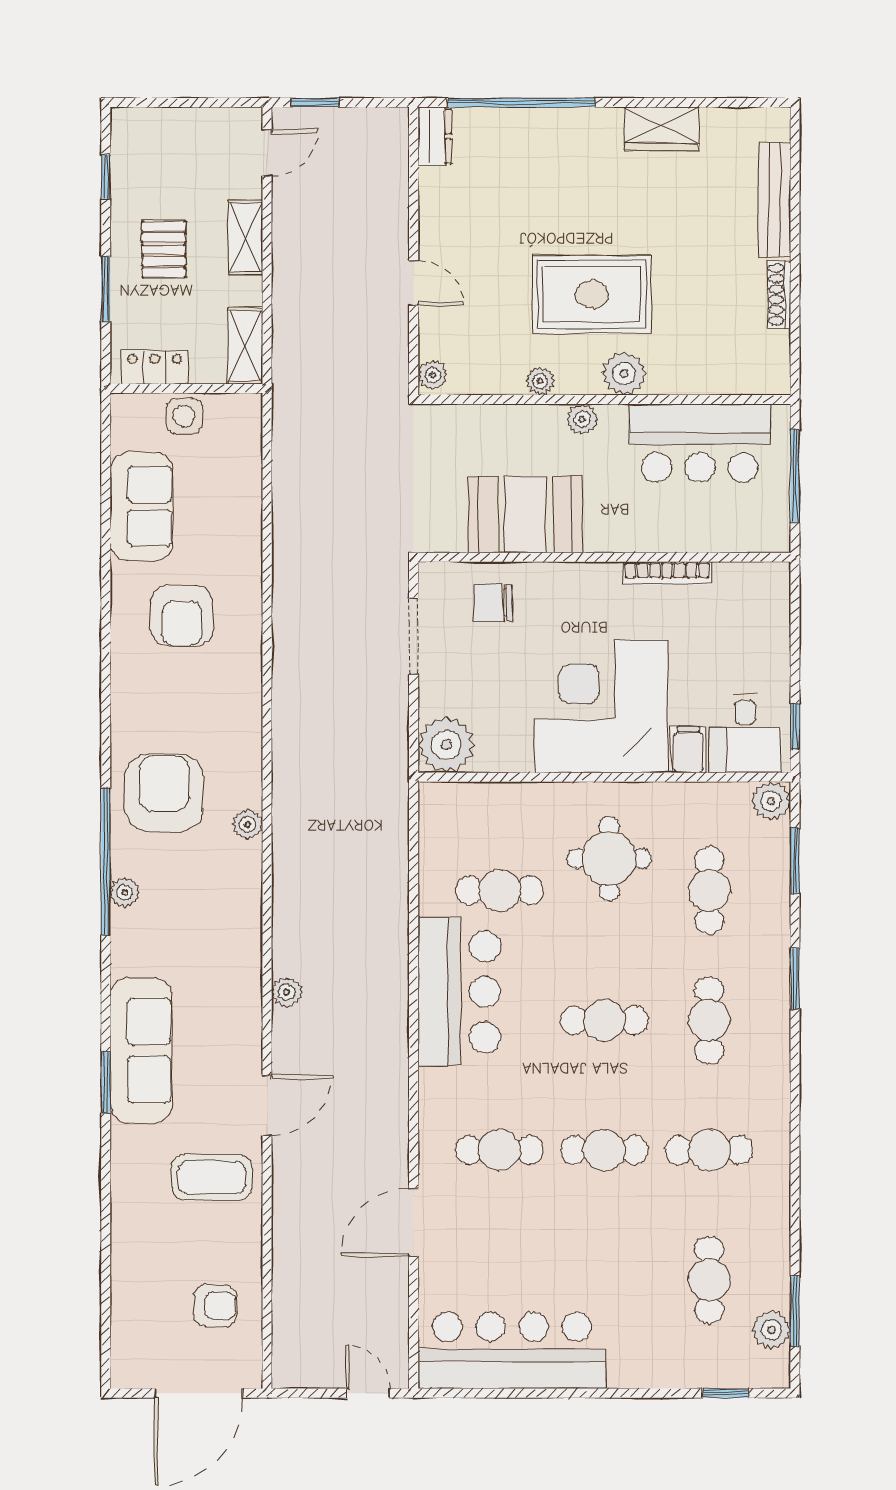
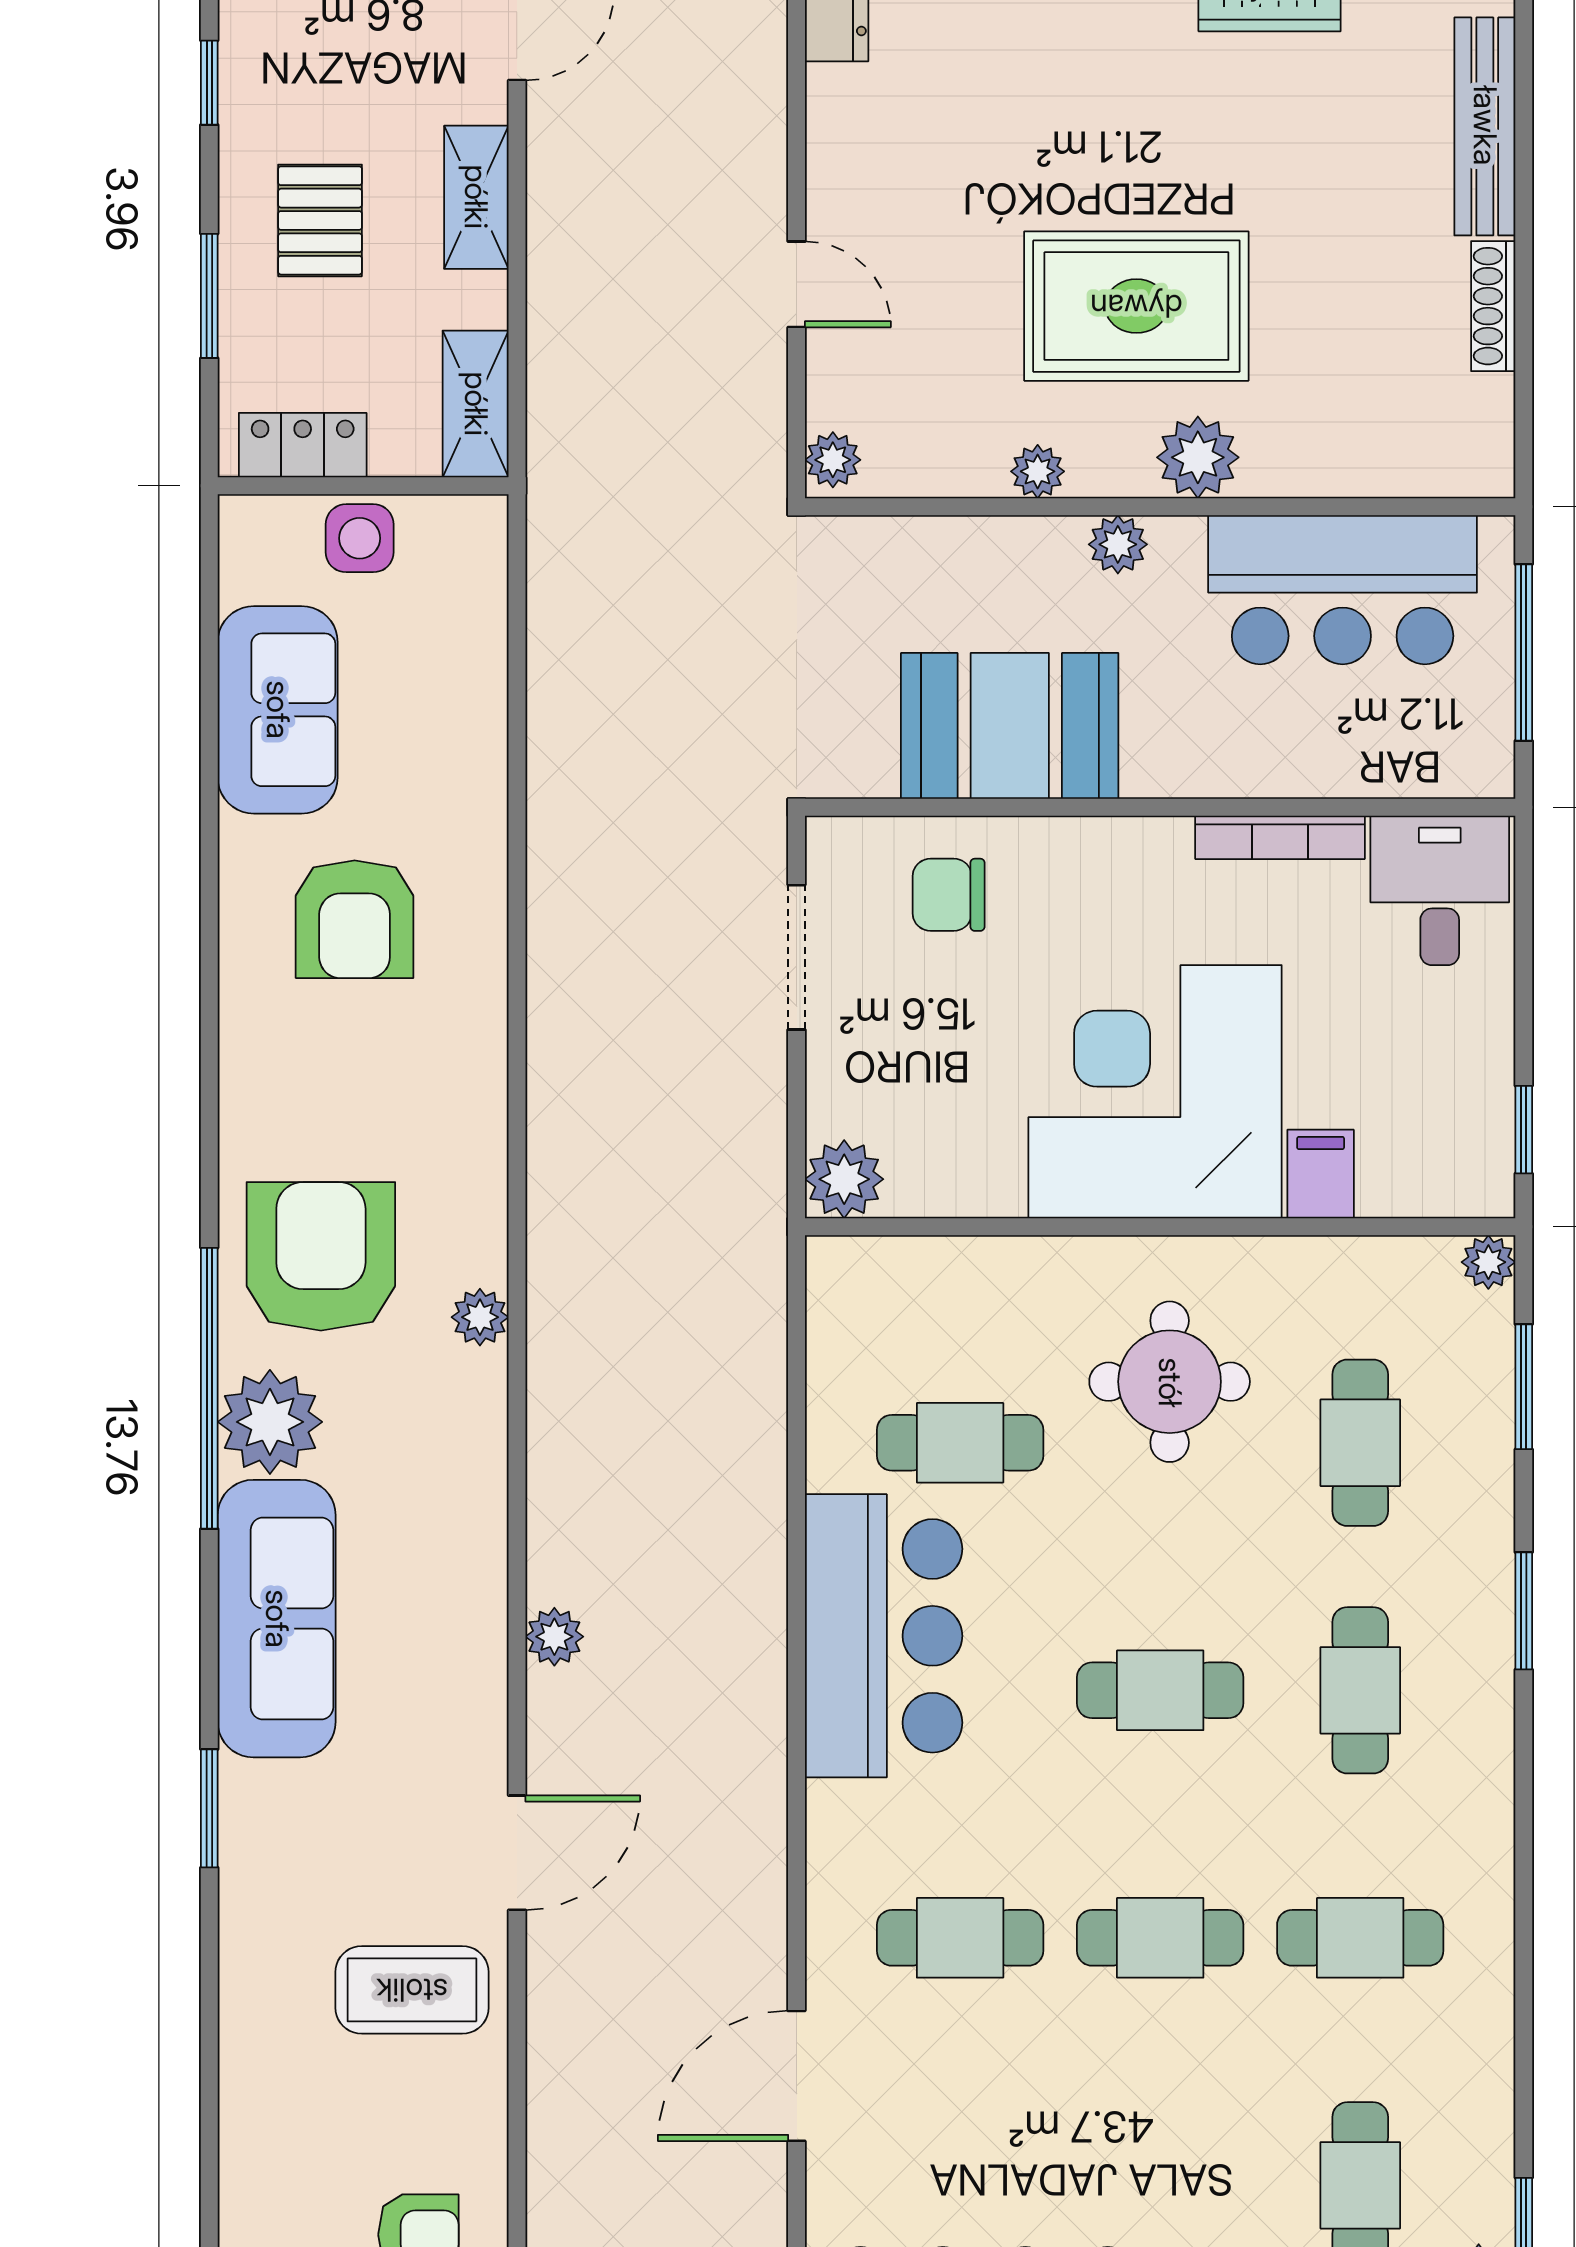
desk: (745, 734) -> (1440, 890), moved, turned 180
plant: (446, 745) -> (844, 1179), width x0.73, depth x0.73
plant: (771, 801) -> (1488, 1262), width x0.73, depth x0.73
plant: (125, 892) -> (270, 1422), width x1.88, depth x1.88
sofa: (141, 1050) -> (277, 1619), moved

